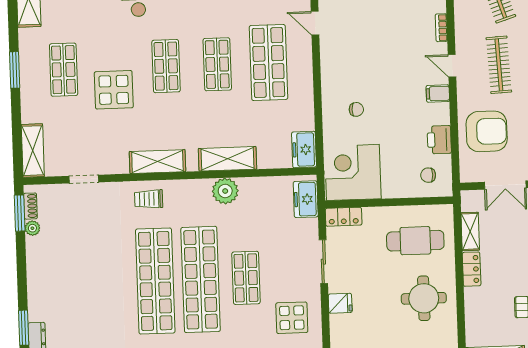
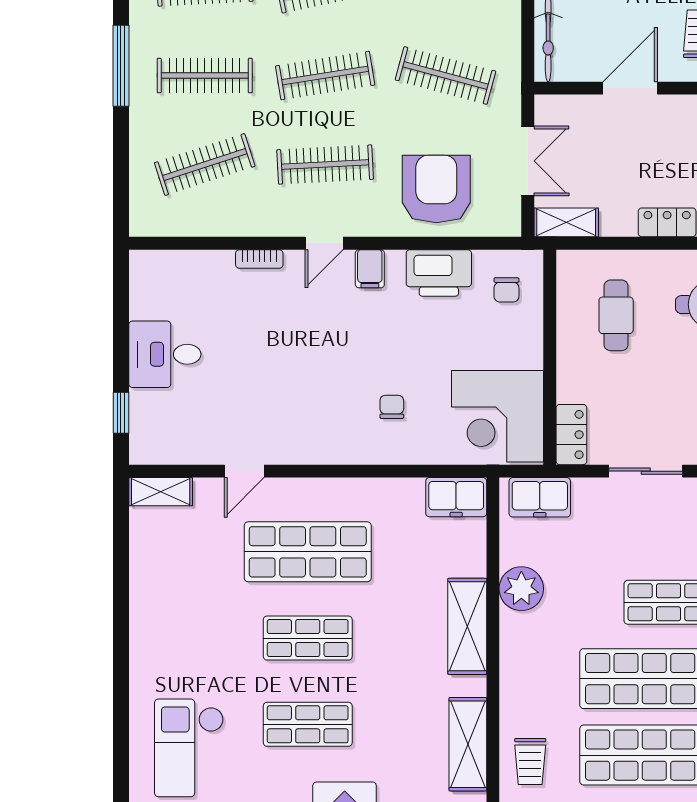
printer: (439, 140) -> (439, 273), width x1.37, depth x1.19
plant: (225, 191) -> (521, 589), moved
shelving: (470, 231) -> (566, 222), moved
cafe table: (415, 241) -> (616, 315), width x0.73, depth x0.74

